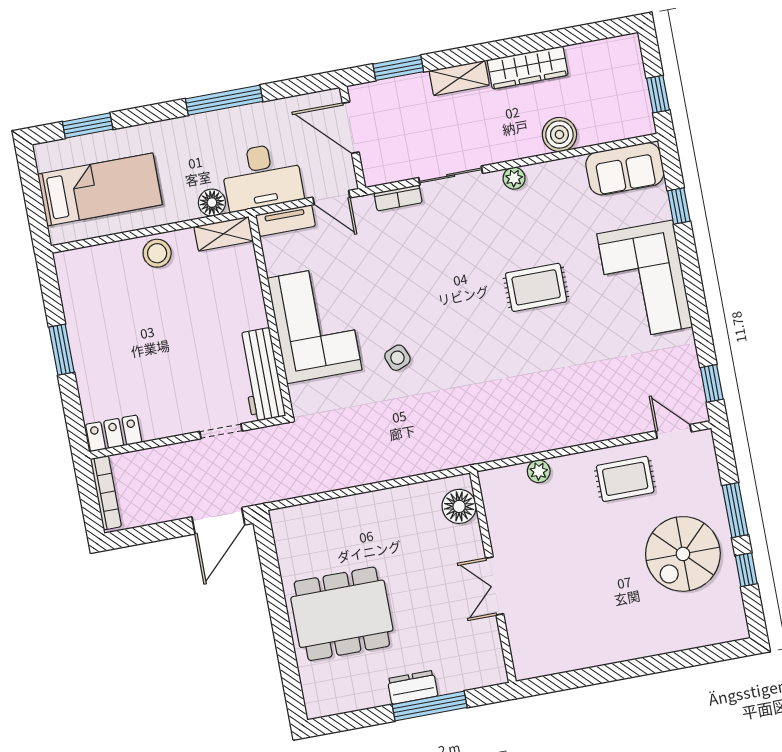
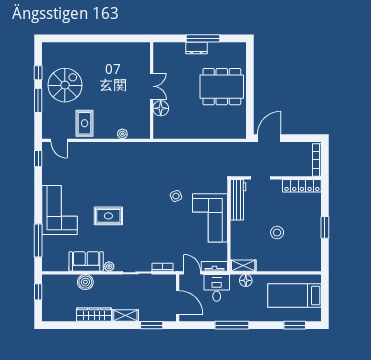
sofa: (625, 169) -> (86, 261), moved
desk: (262, 177) -> (217, 288), width x0.73
window: (679, 206) -> (38, 240), width x2.17
stool: (157, 253) -> (277, 233), moved
locker: (114, 433) -> (302, 186), width x1.53
rug: (625, 479) -> (85, 123), turned 90
floor lamp: (459, 506) -> (161, 108), moved
window: (430, 706) -> (203, 38), moved

